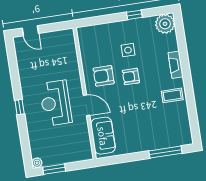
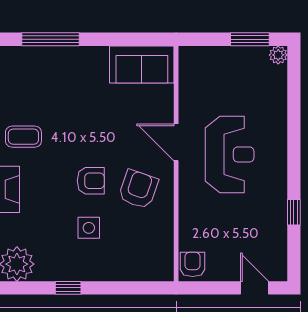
armchair: (67, 39) -> (193, 264), added
armchair: (104, 76) -> (138, 189), turned -71
window: (20, 107) -> (294, 212), moved
sofa: (103, 136) -> (142, 64), moved, turned -90

